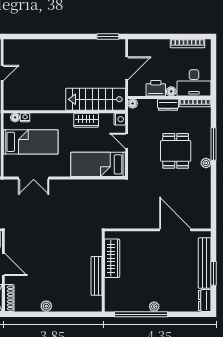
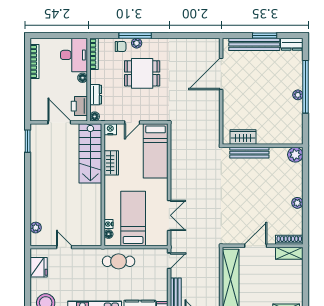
plant: (22, 45) -> (36, 228), added
printer: (156, 88) -> (79, 106), moved
dresser: (168, 105) -> (96, 95), moved
chair: (202, 129) -> (121, 47), added
plant: (206, 163) -> (137, 43), moved
wardrobe: (112, 258) -> (243, 137), width x0.67
bench: (97, 276) -> (249, 153), moved
plant: (94, 304) -> (295, 155), added
window: (141, 314) -> (305, 87), moved

